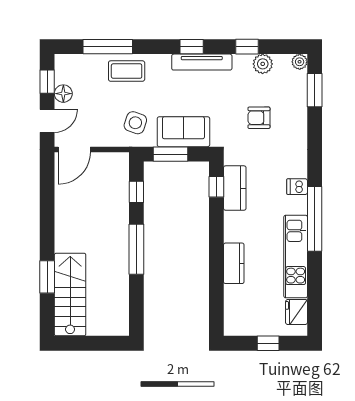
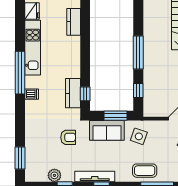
plant: (300, 62) -> (30, 177), removed
armchair: (259, 118) -> (68, 137), moved
kitchen counter: (234, 263) -> (74, 22), moved

